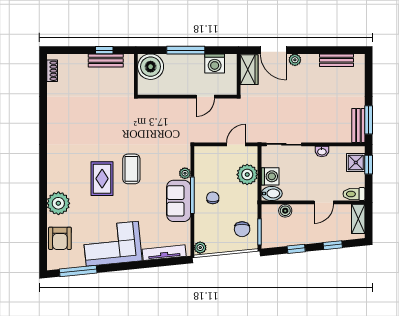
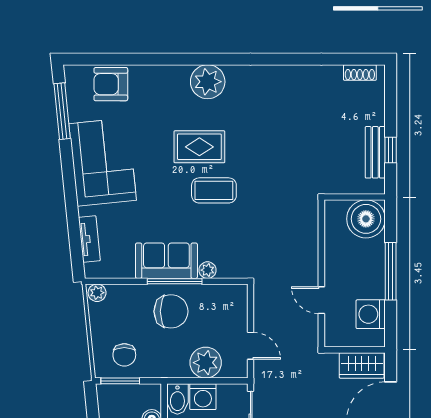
chair: (213, 198) -> (171, 311), width x1.87, depth x1.87
plant: (58, 203) -> (208, 82), moved
chair: (242, 229) -> (124, 355), turned -90
tv unit: (164, 253) -> (89, 239), width x0.71

